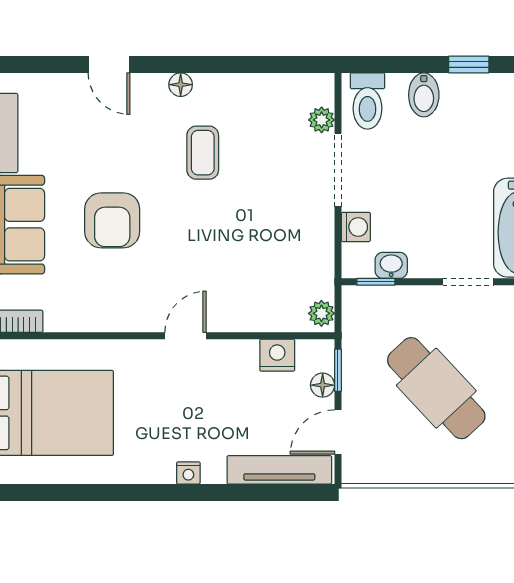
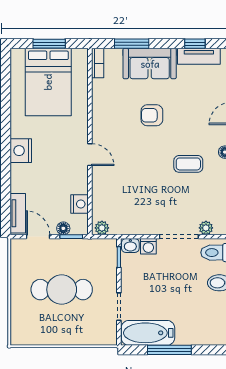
armchair: (112, 220) -> (152, 115), width x0.72, depth x0.72
washbasin: (391, 265) -> (130, 245), moved, turned 90
cafe table: (436, 388) -> (62, 290), turned 43
tv unit: (279, 470) -> (18, 213), width x0.71
nightstand: (188, 473) -> (21, 151), width x1.89, depth x1.79

